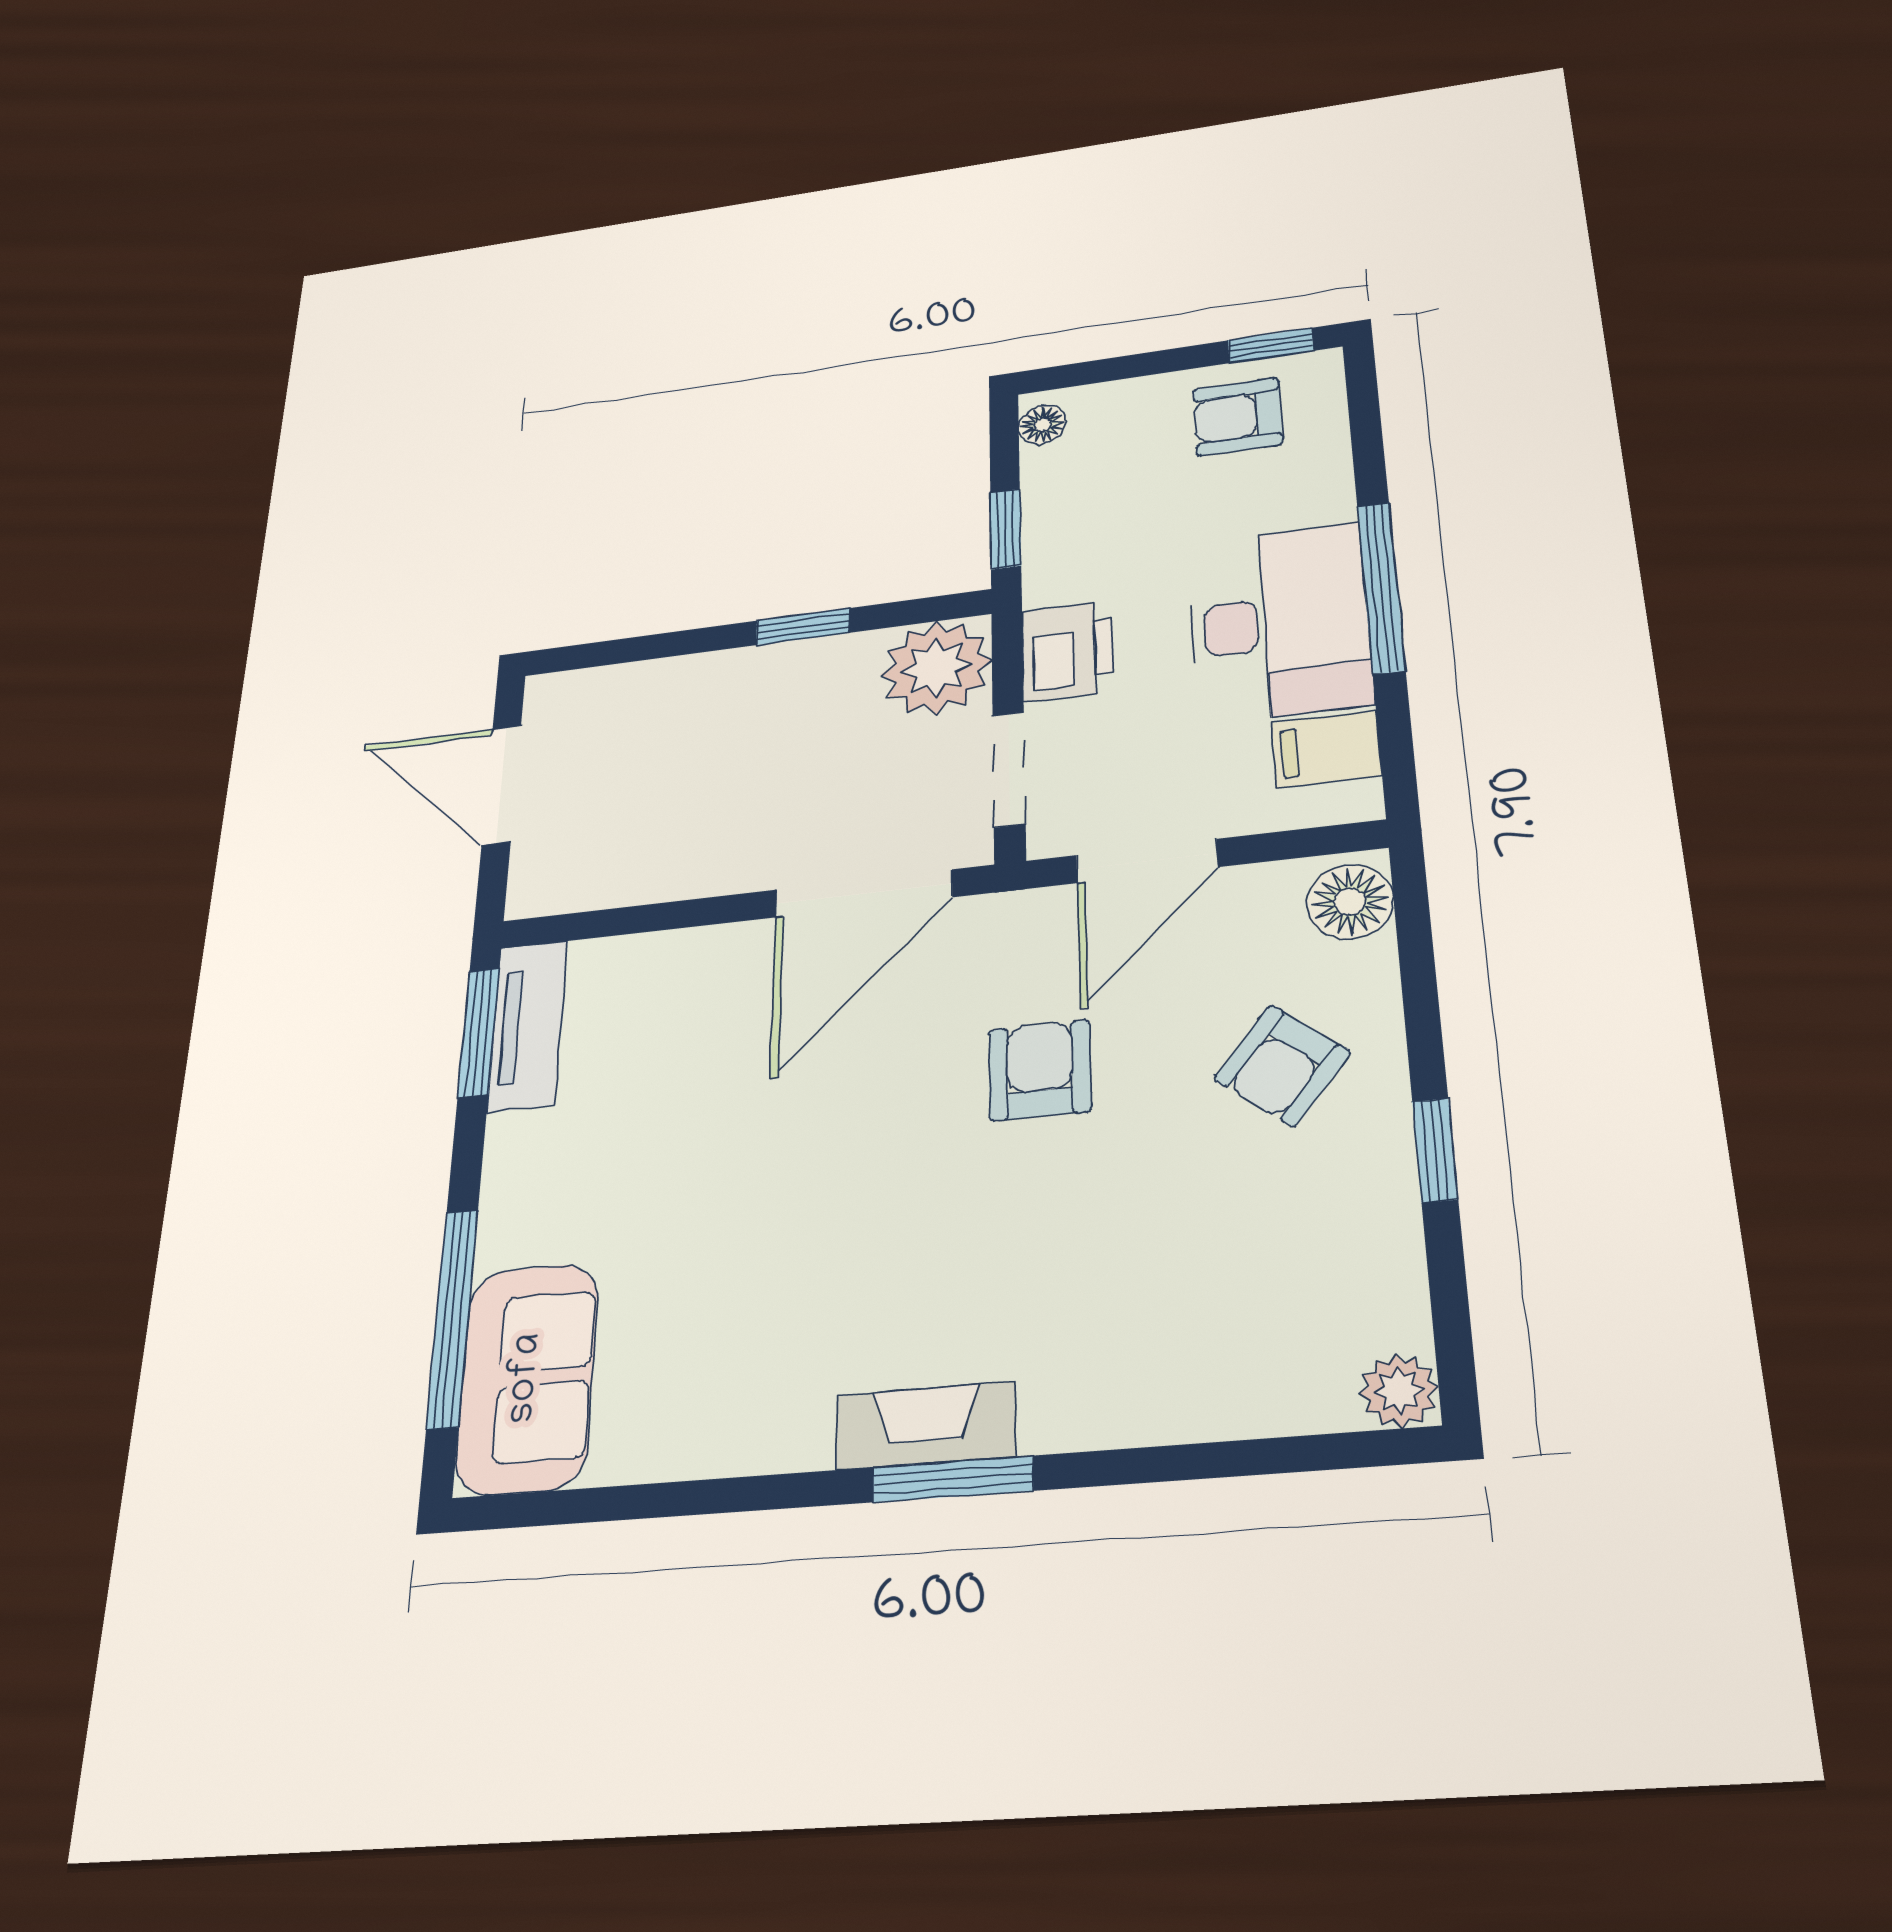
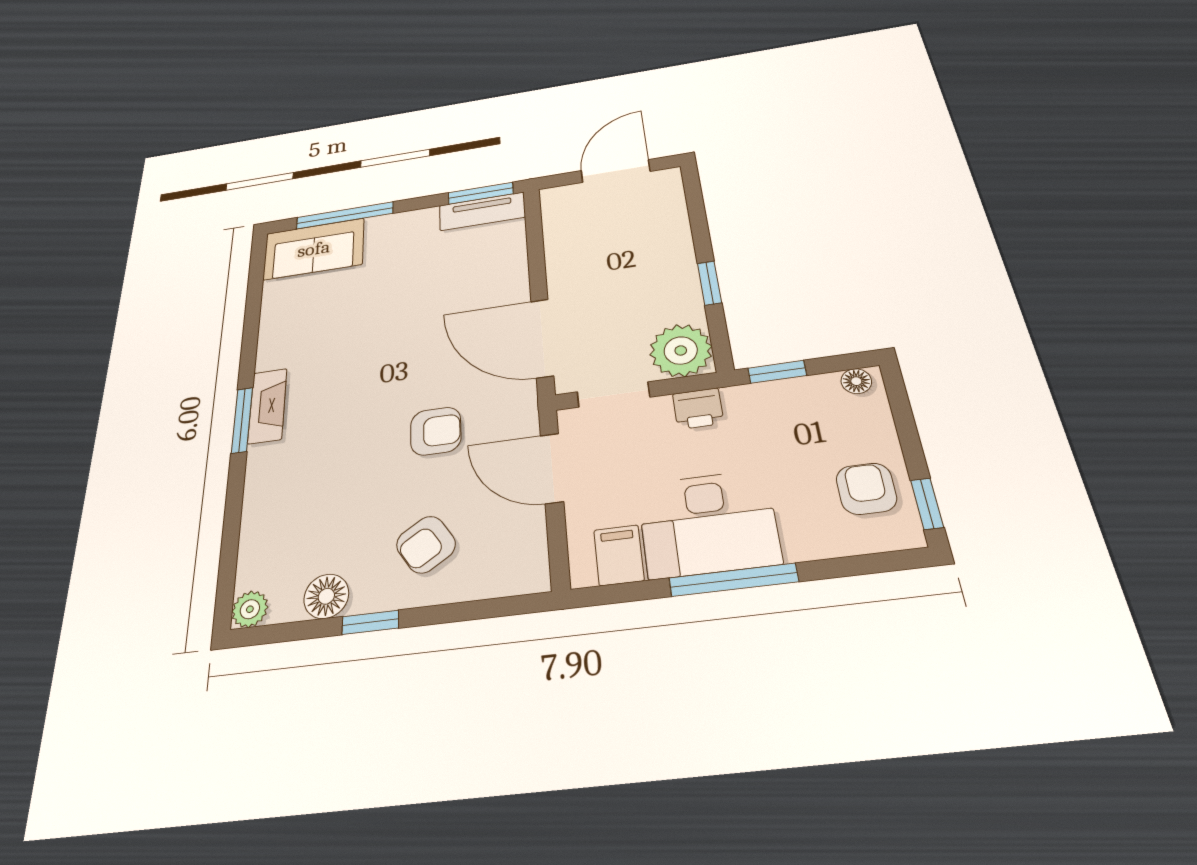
printer: (1068, 651) -> (698, 409), width x0.73, depth x0.81
floor lamp: (1350, 902) -> (326, 596), moved
armchair: (1282, 1066) -> (426, 544), turned -72

